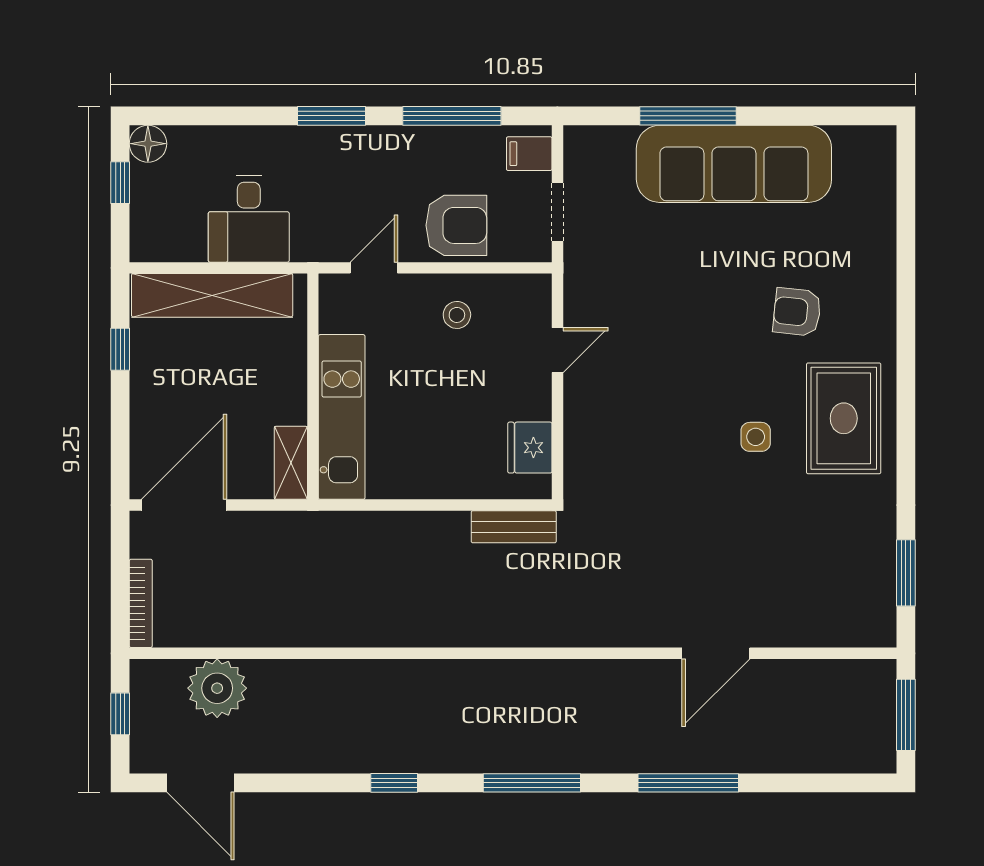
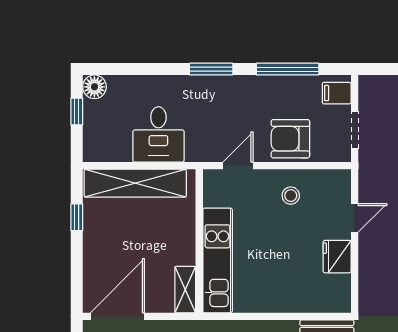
armchair: (456, 225) -> (290, 139), turned 180
fridge: (530, 448) -> (337, 257), moved

